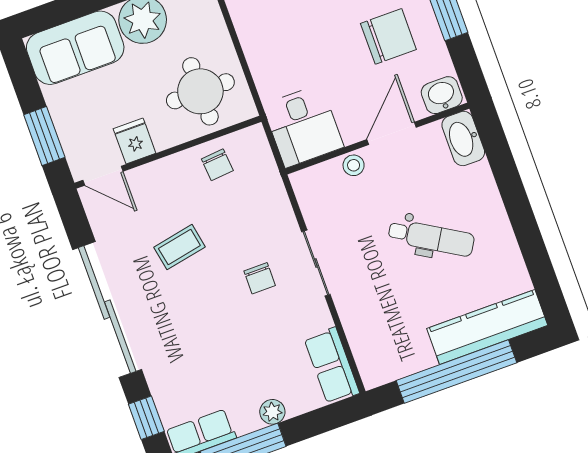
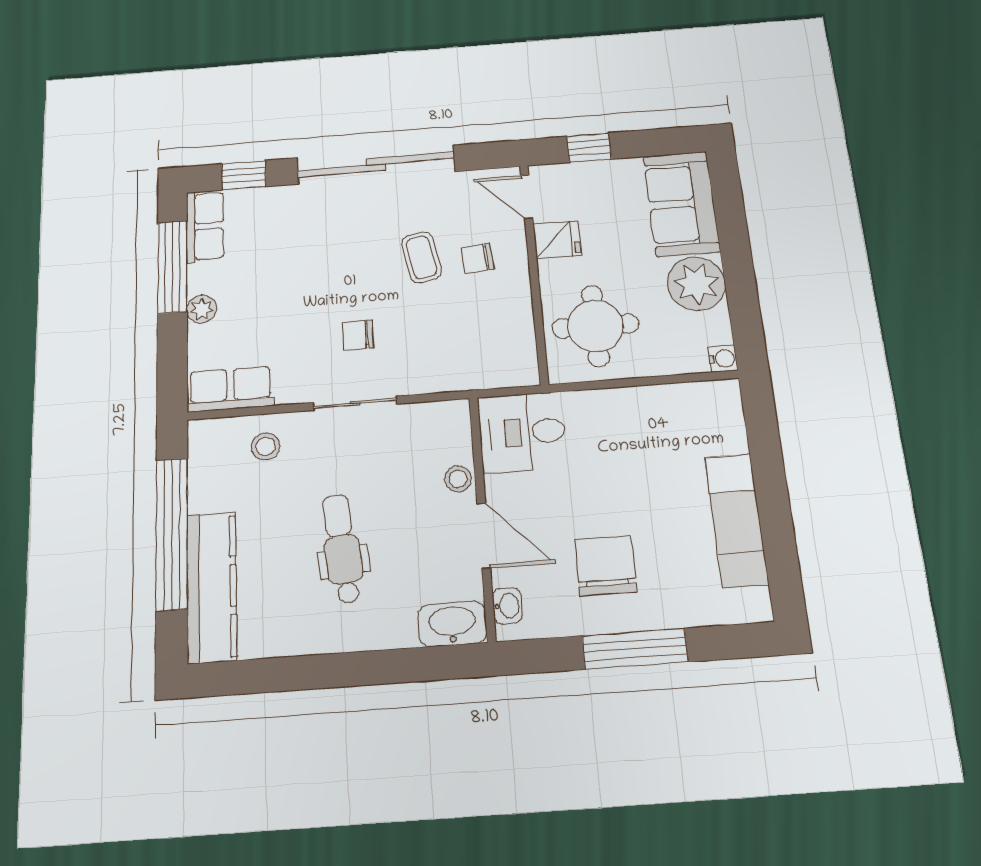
chair: (388, 36) -> (606, 566), turned 180
washbasin: (442, 95) -> (507, 606), width x0.72, depth x0.69
window: (44, 136) -> (589, 148), width x0.67
chair: (217, 165) -> (478, 258), moved
door: (103, 176) -> (527, 197), hinge flipped
dental chair: (431, 238) -> (342, 548), turned 143
stool: (370, 322) -> (266, 446), added

